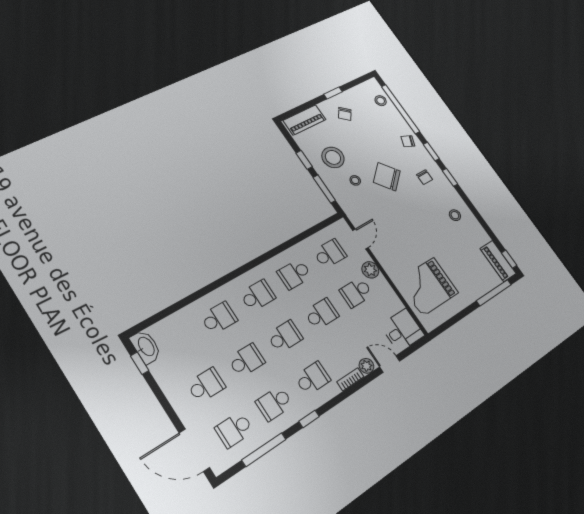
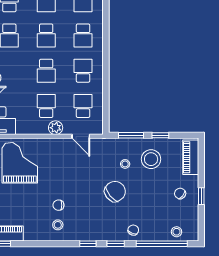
chair: (425, 177) -> (58, 205), moved
school desk: (330, 254) -> (83, 106), turned 180

